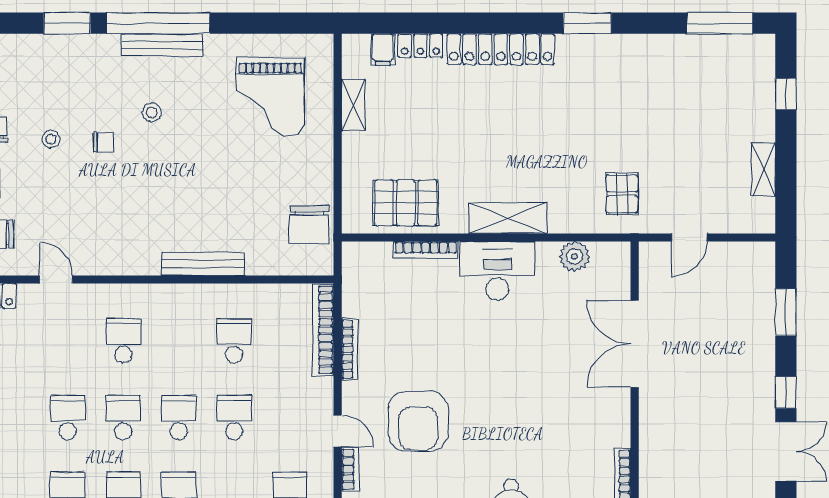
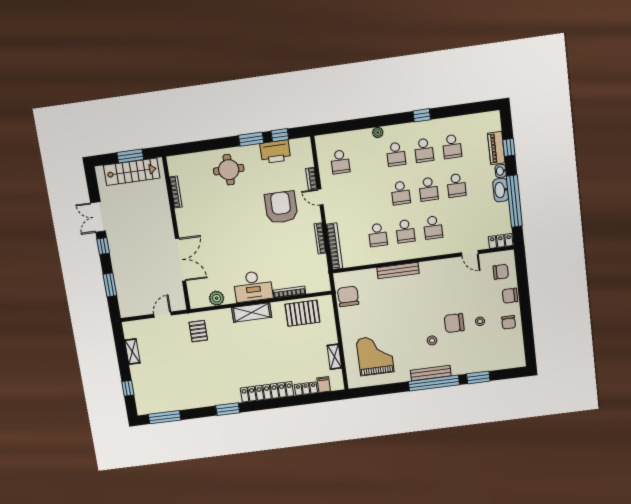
chair: (103, 142) -> (454, 323), width x1.87, depth x1.87
school desk: (234, 418) -> (405, 231), moved

